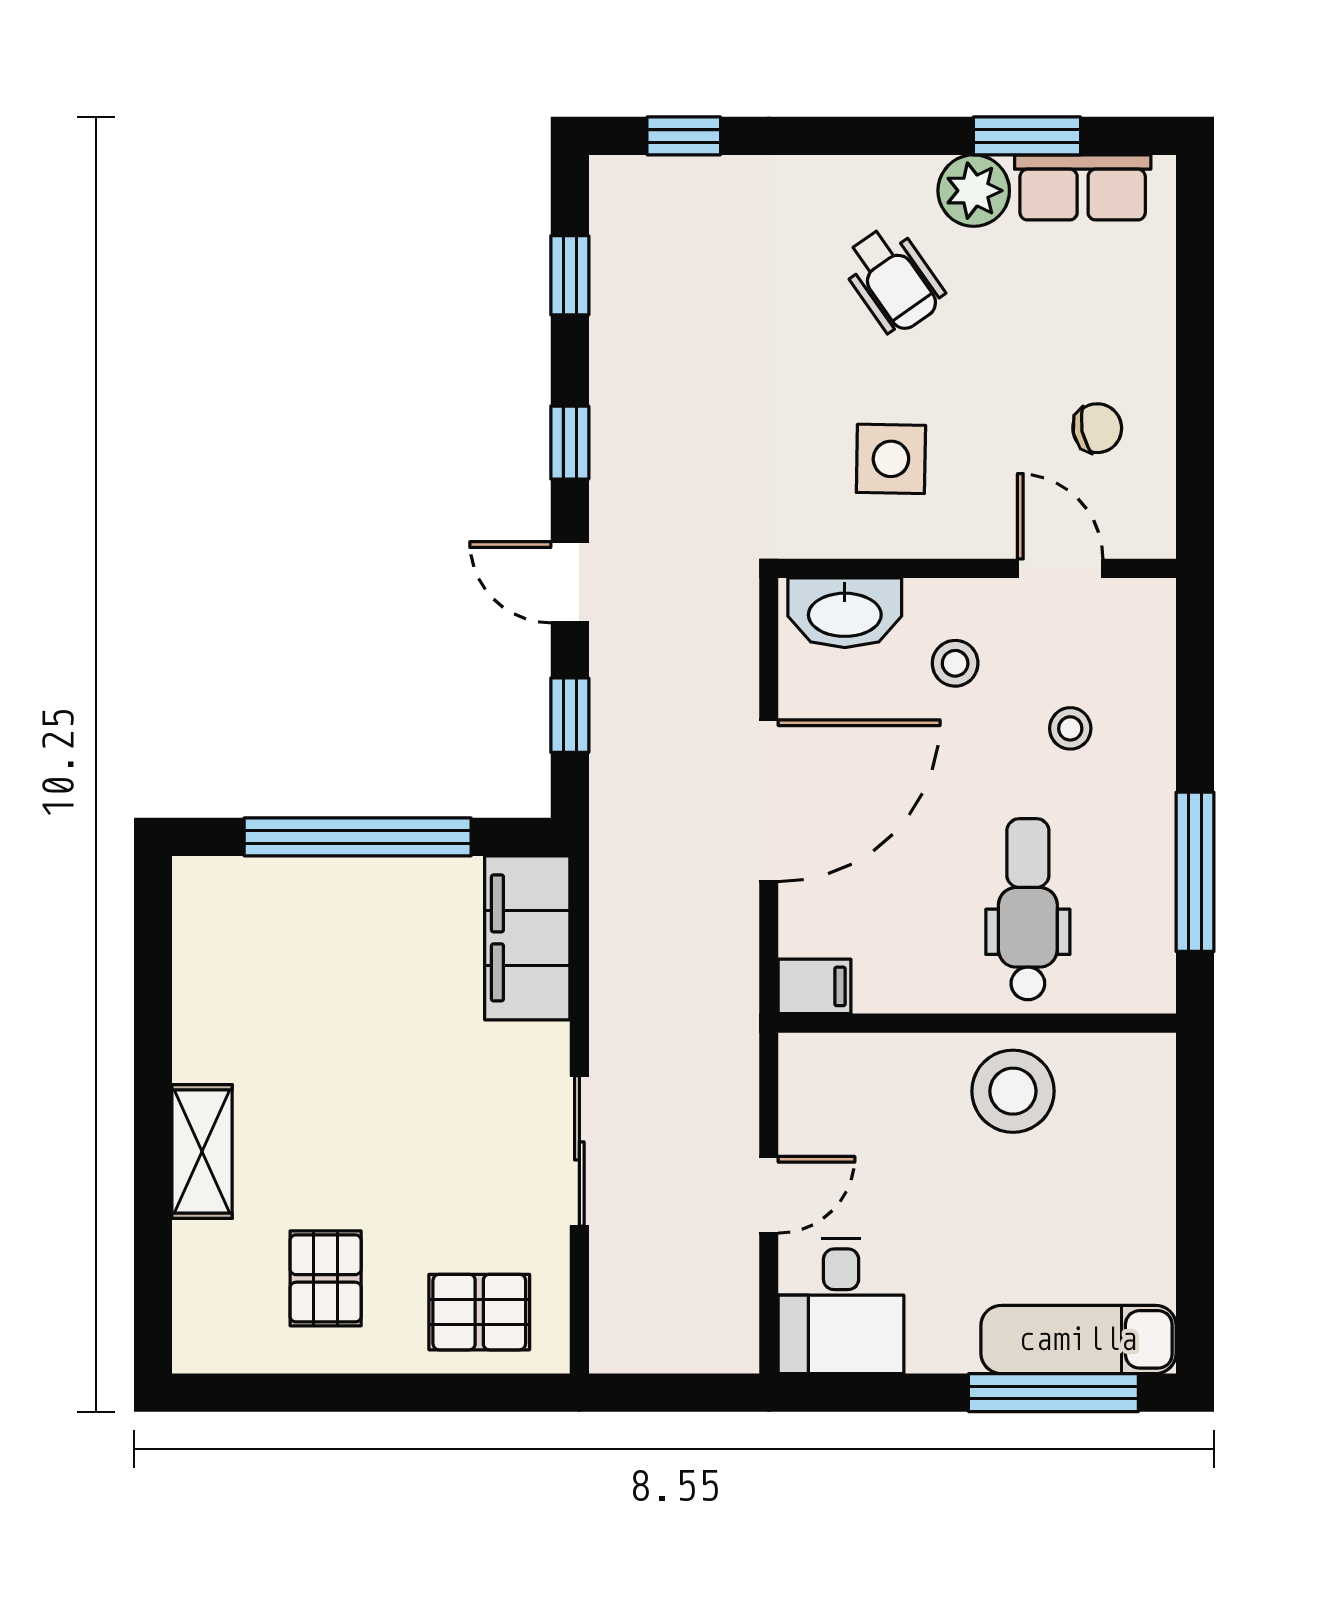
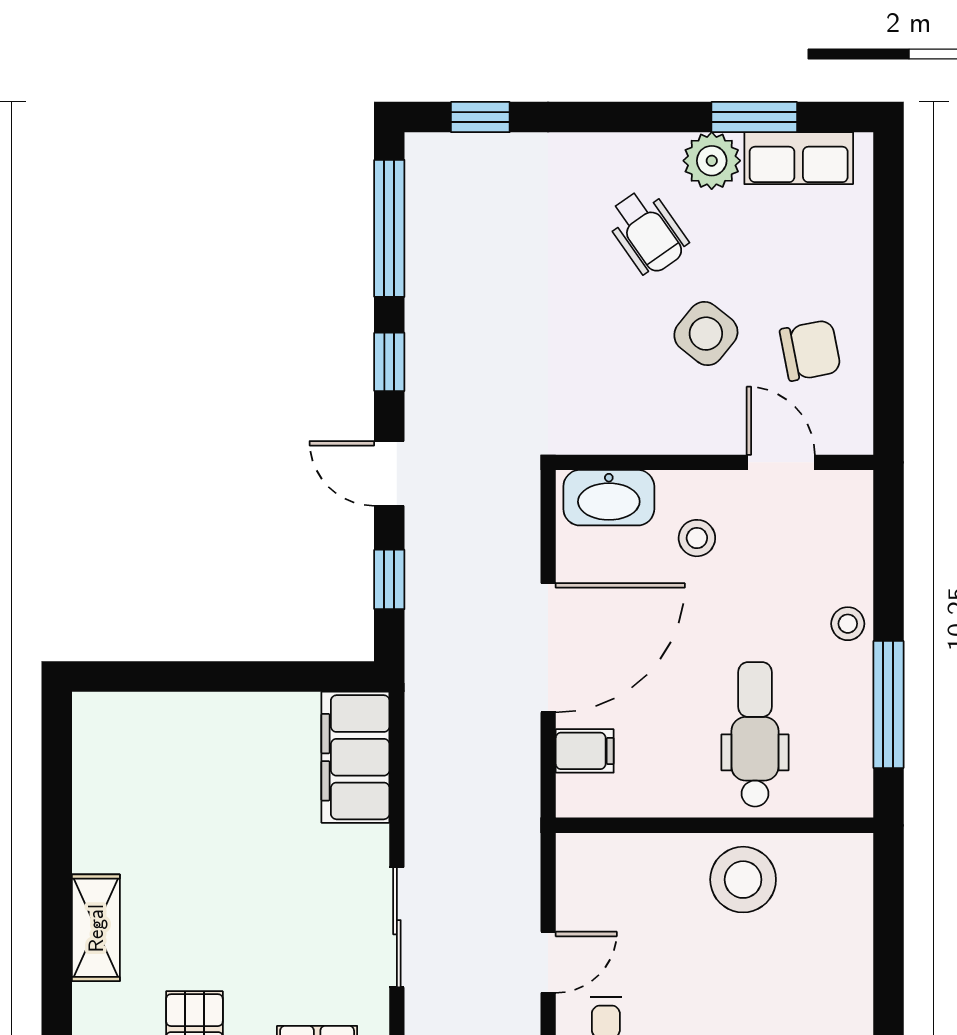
window: (570, 275) -> (389, 228), width x2.17
chair: (1097, 428) -> (810, 350), width x1.37, depth x1.37
side table: (891, 459) -> (706, 334), moved, turned 38
stool: (1070, 728) -> (848, 624), moved
window: (358, 837) -> (220, 677), removed
filing cabinet: (815, 986) -> (585, 751), moved

